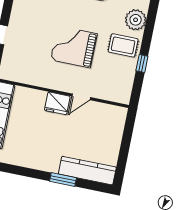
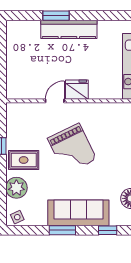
grand piano: (74, 47) -> (72, 149), turned 64
kitchen counter: (87, 171) -> (69, 29), moved

